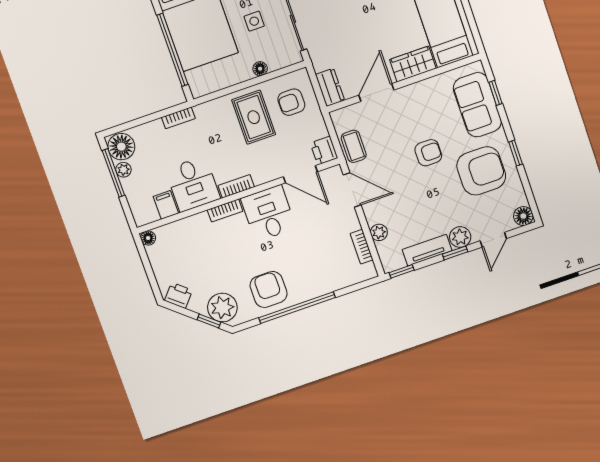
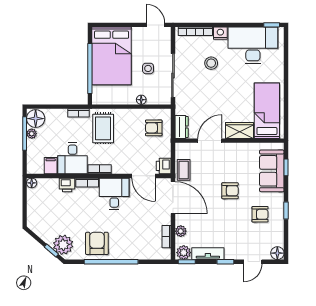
rug: (254, 117) -> (103, 128), moved
armchair: (481, 171) -> (260, 214), width x0.53, depth x0.53
door: (352, 190) -> (173, 198), width x1.36
plant: (460, 237) -> (184, 253), moved
printer: (179, 295) -> (67, 185), moved, turned 139

